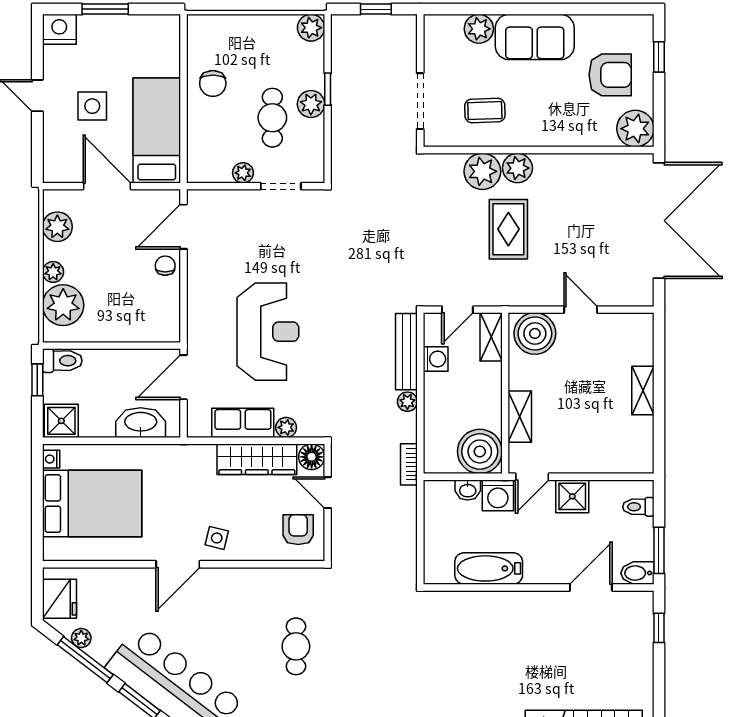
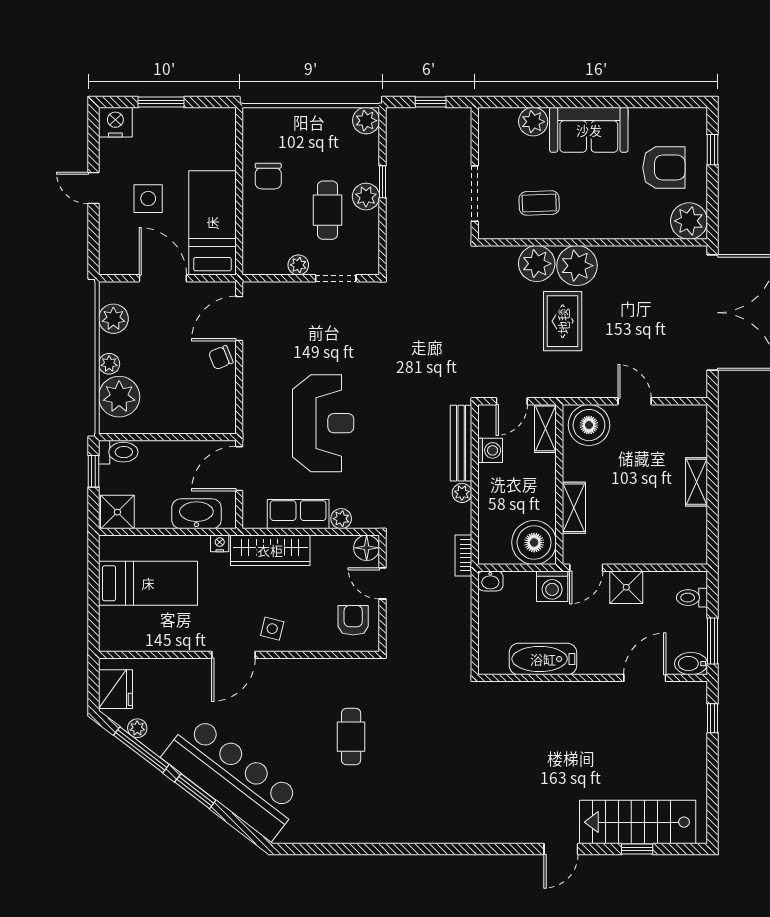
plant: (517, 168) -> (577, 266), width x1.36, depth x1.36
chair: (165, 266) -> (221, 357), turned -112
nightstand: (51, 459) -> (220, 543), moved, turned 90
wardrobe: (257, 459) -> (270, 550), moved
washbasin: (468, 490) -> (490, 581), moved
bed: (92, 504) -> (148, 583), width x0.67

